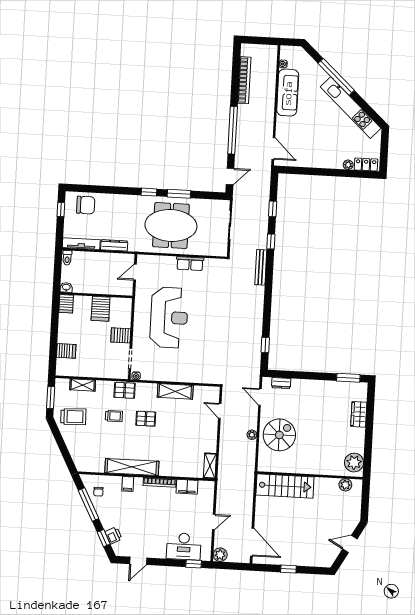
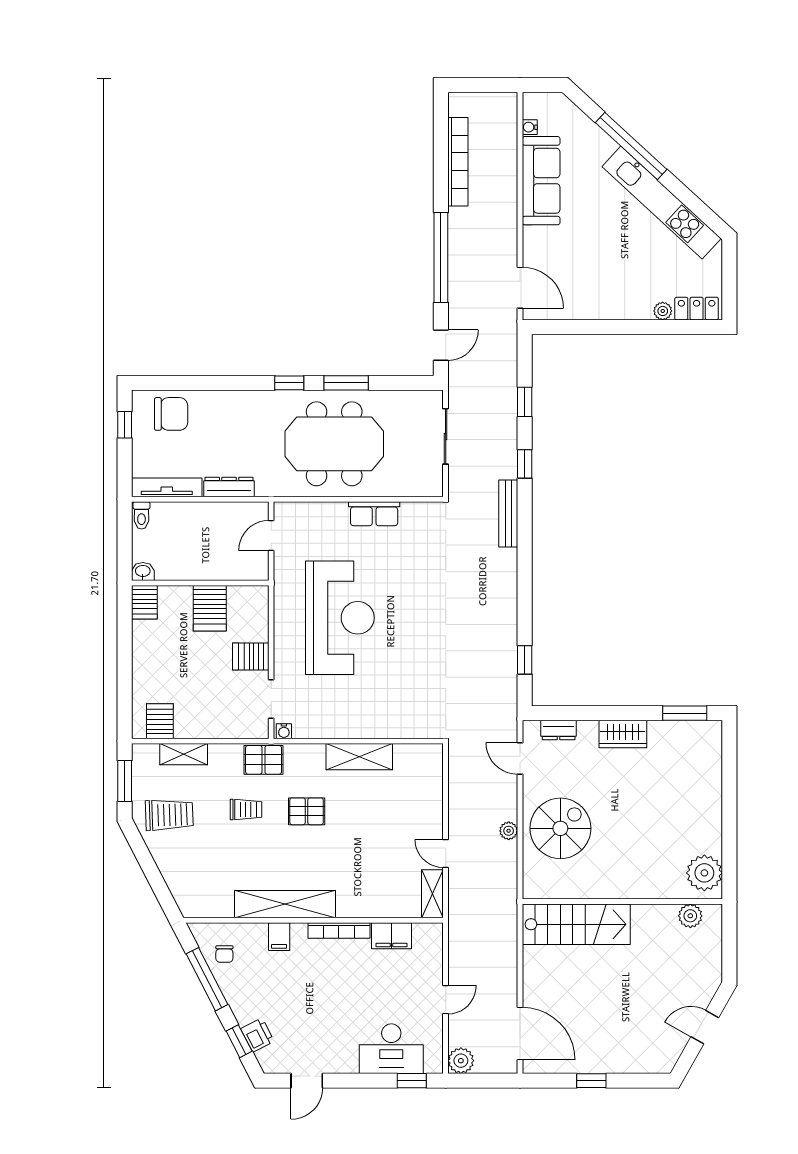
server rack: (66, 351) -> (160, 721), moved, turned -90
door: (220, 411) -> (446, 854), moved
wardrobe: (359, 414) -> (623, 734), moved, turned -90

